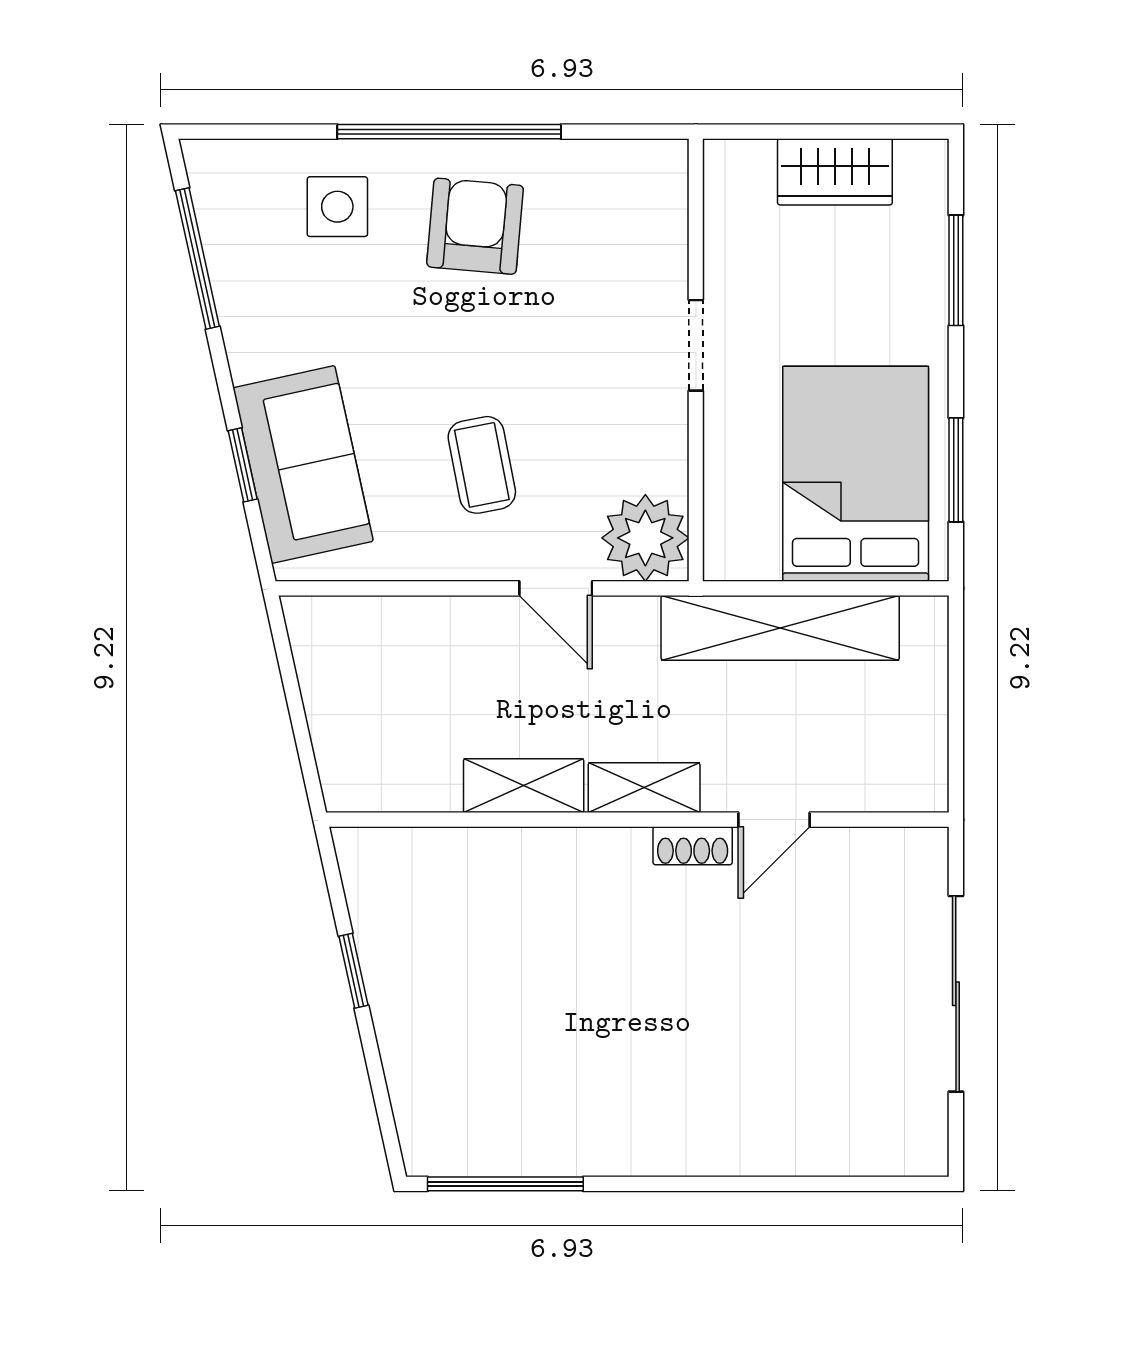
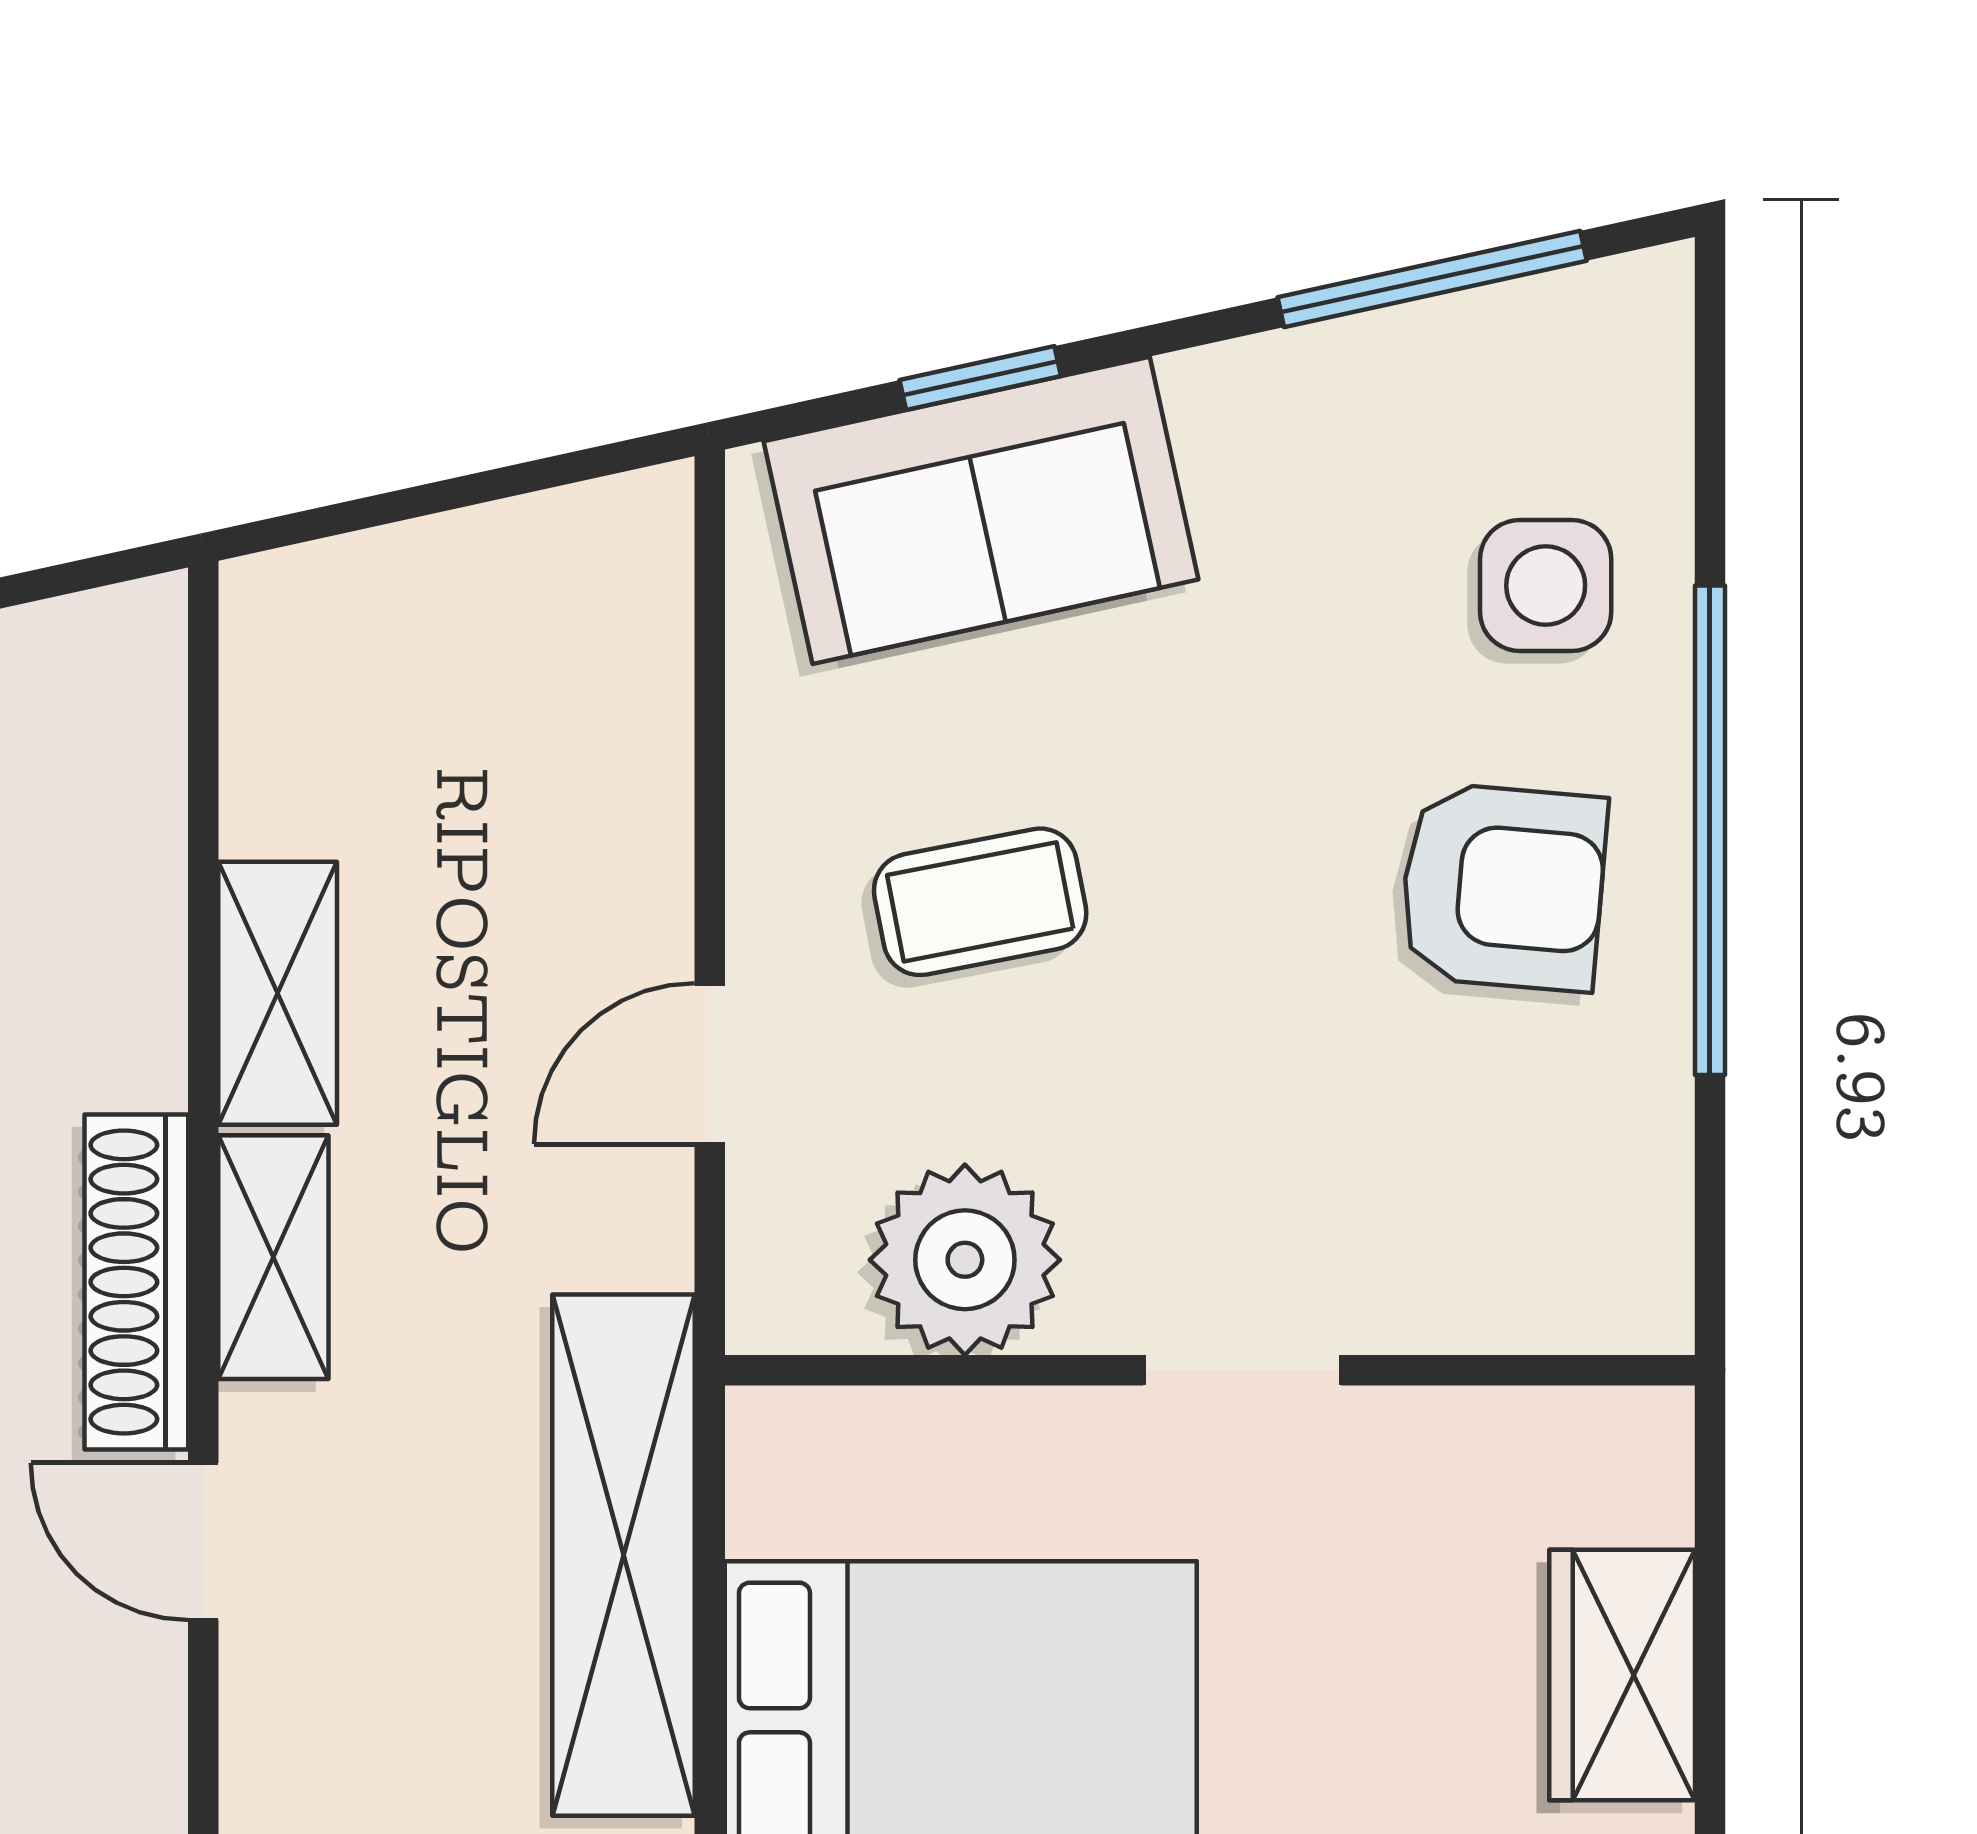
plant: (645, 538) -> (965, 1260), moved
shoe rack: (693, 846) -> (136, 1282), width x1.94, depth x1.24

